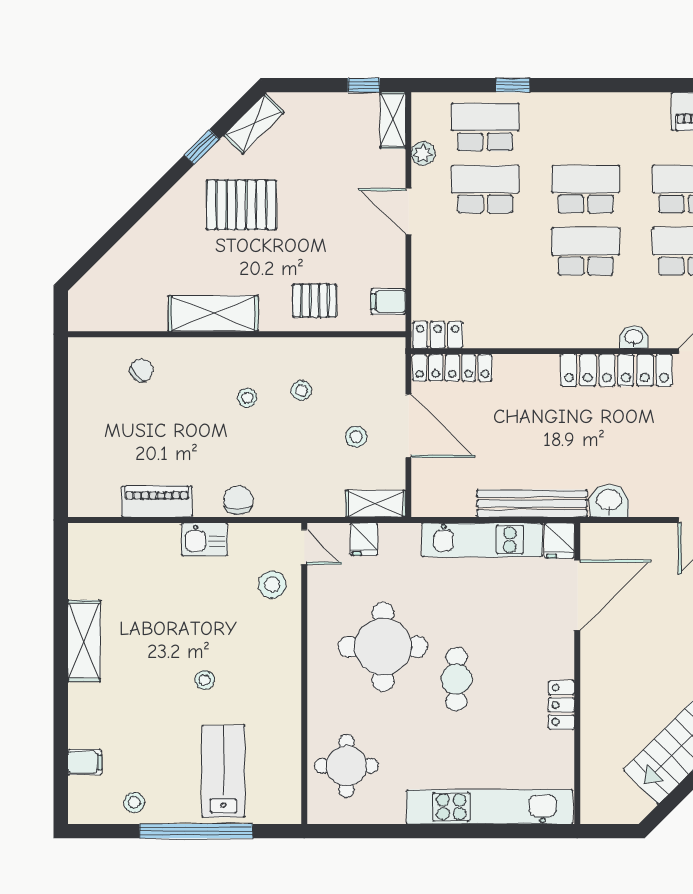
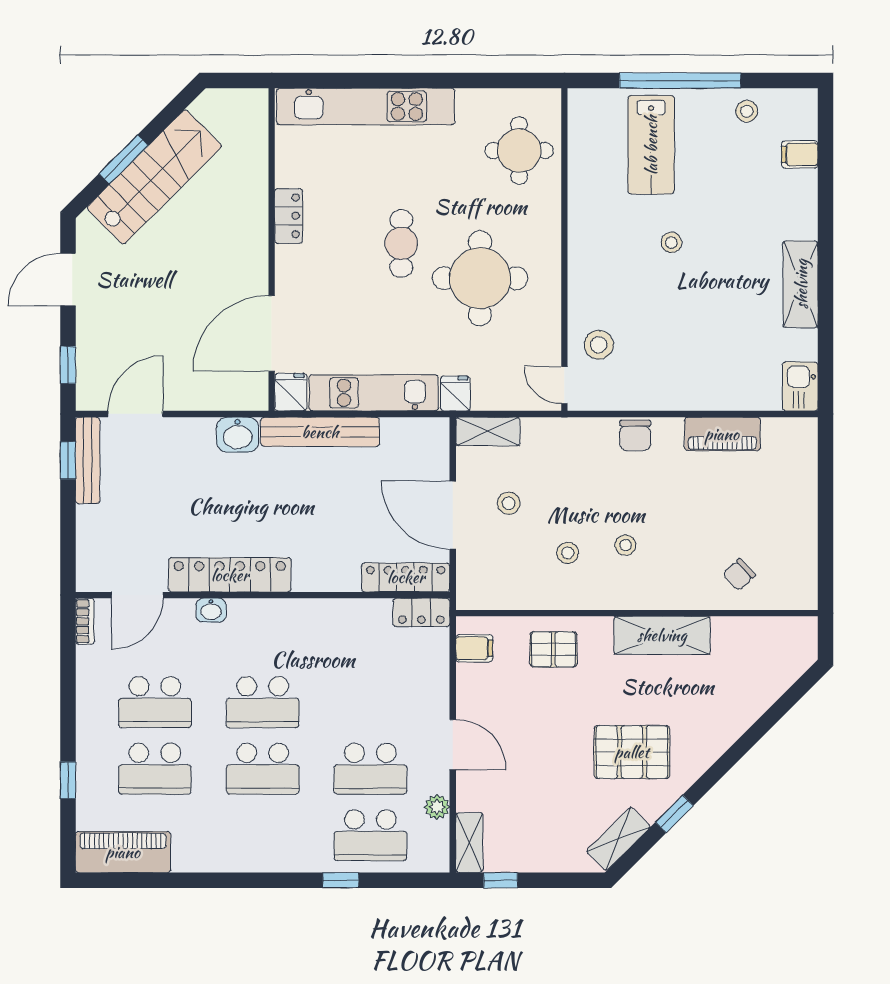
kitchen sink: (205, 539) -> (800, 386), moved, turned -90
fridge: (364, 539) -> (455, 393), moved

